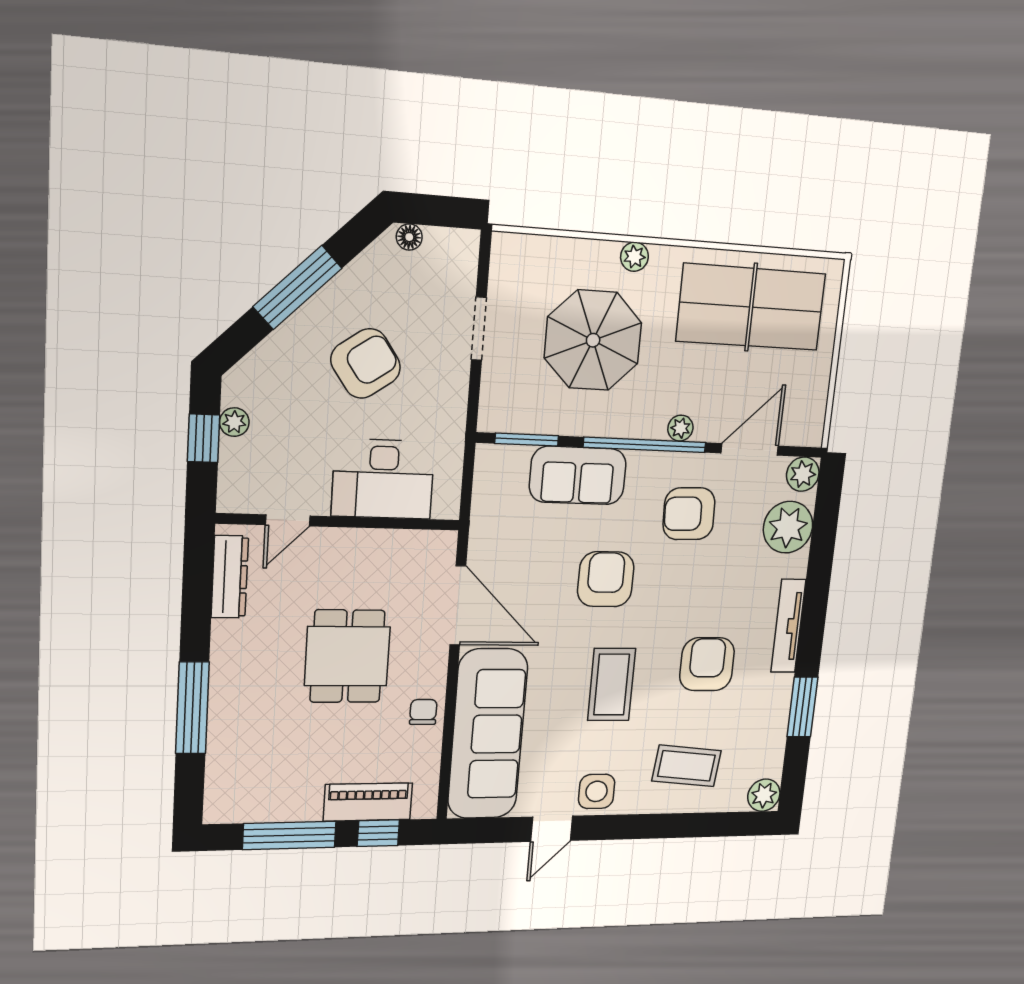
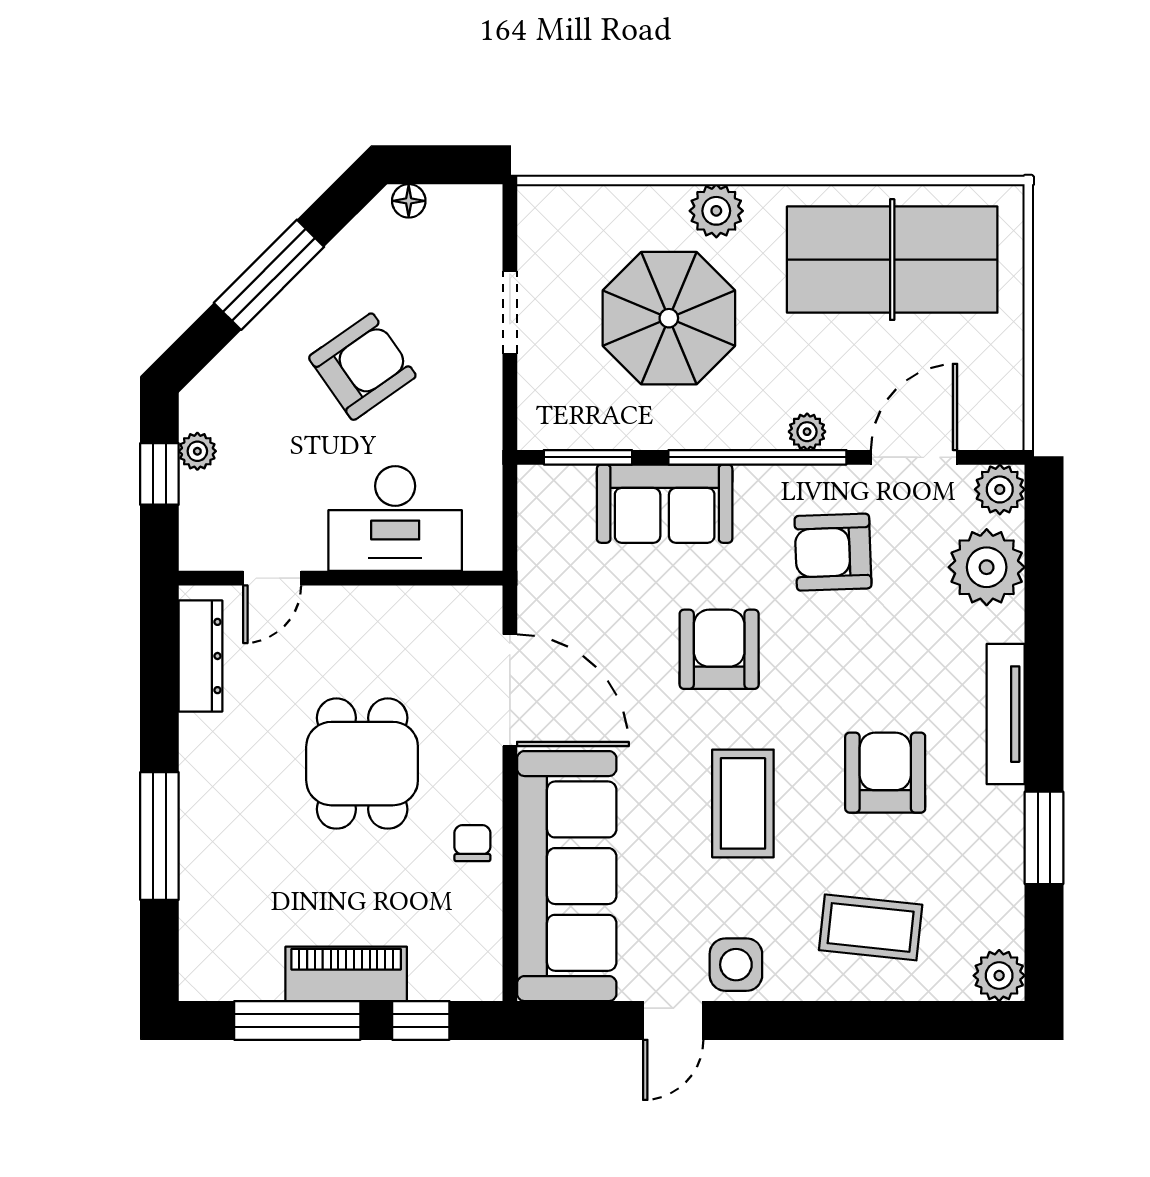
plant: (634, 257) -> (716, 211), width x1.38, depth x1.38
piano: (368, 802) -> (346, 974), moved

